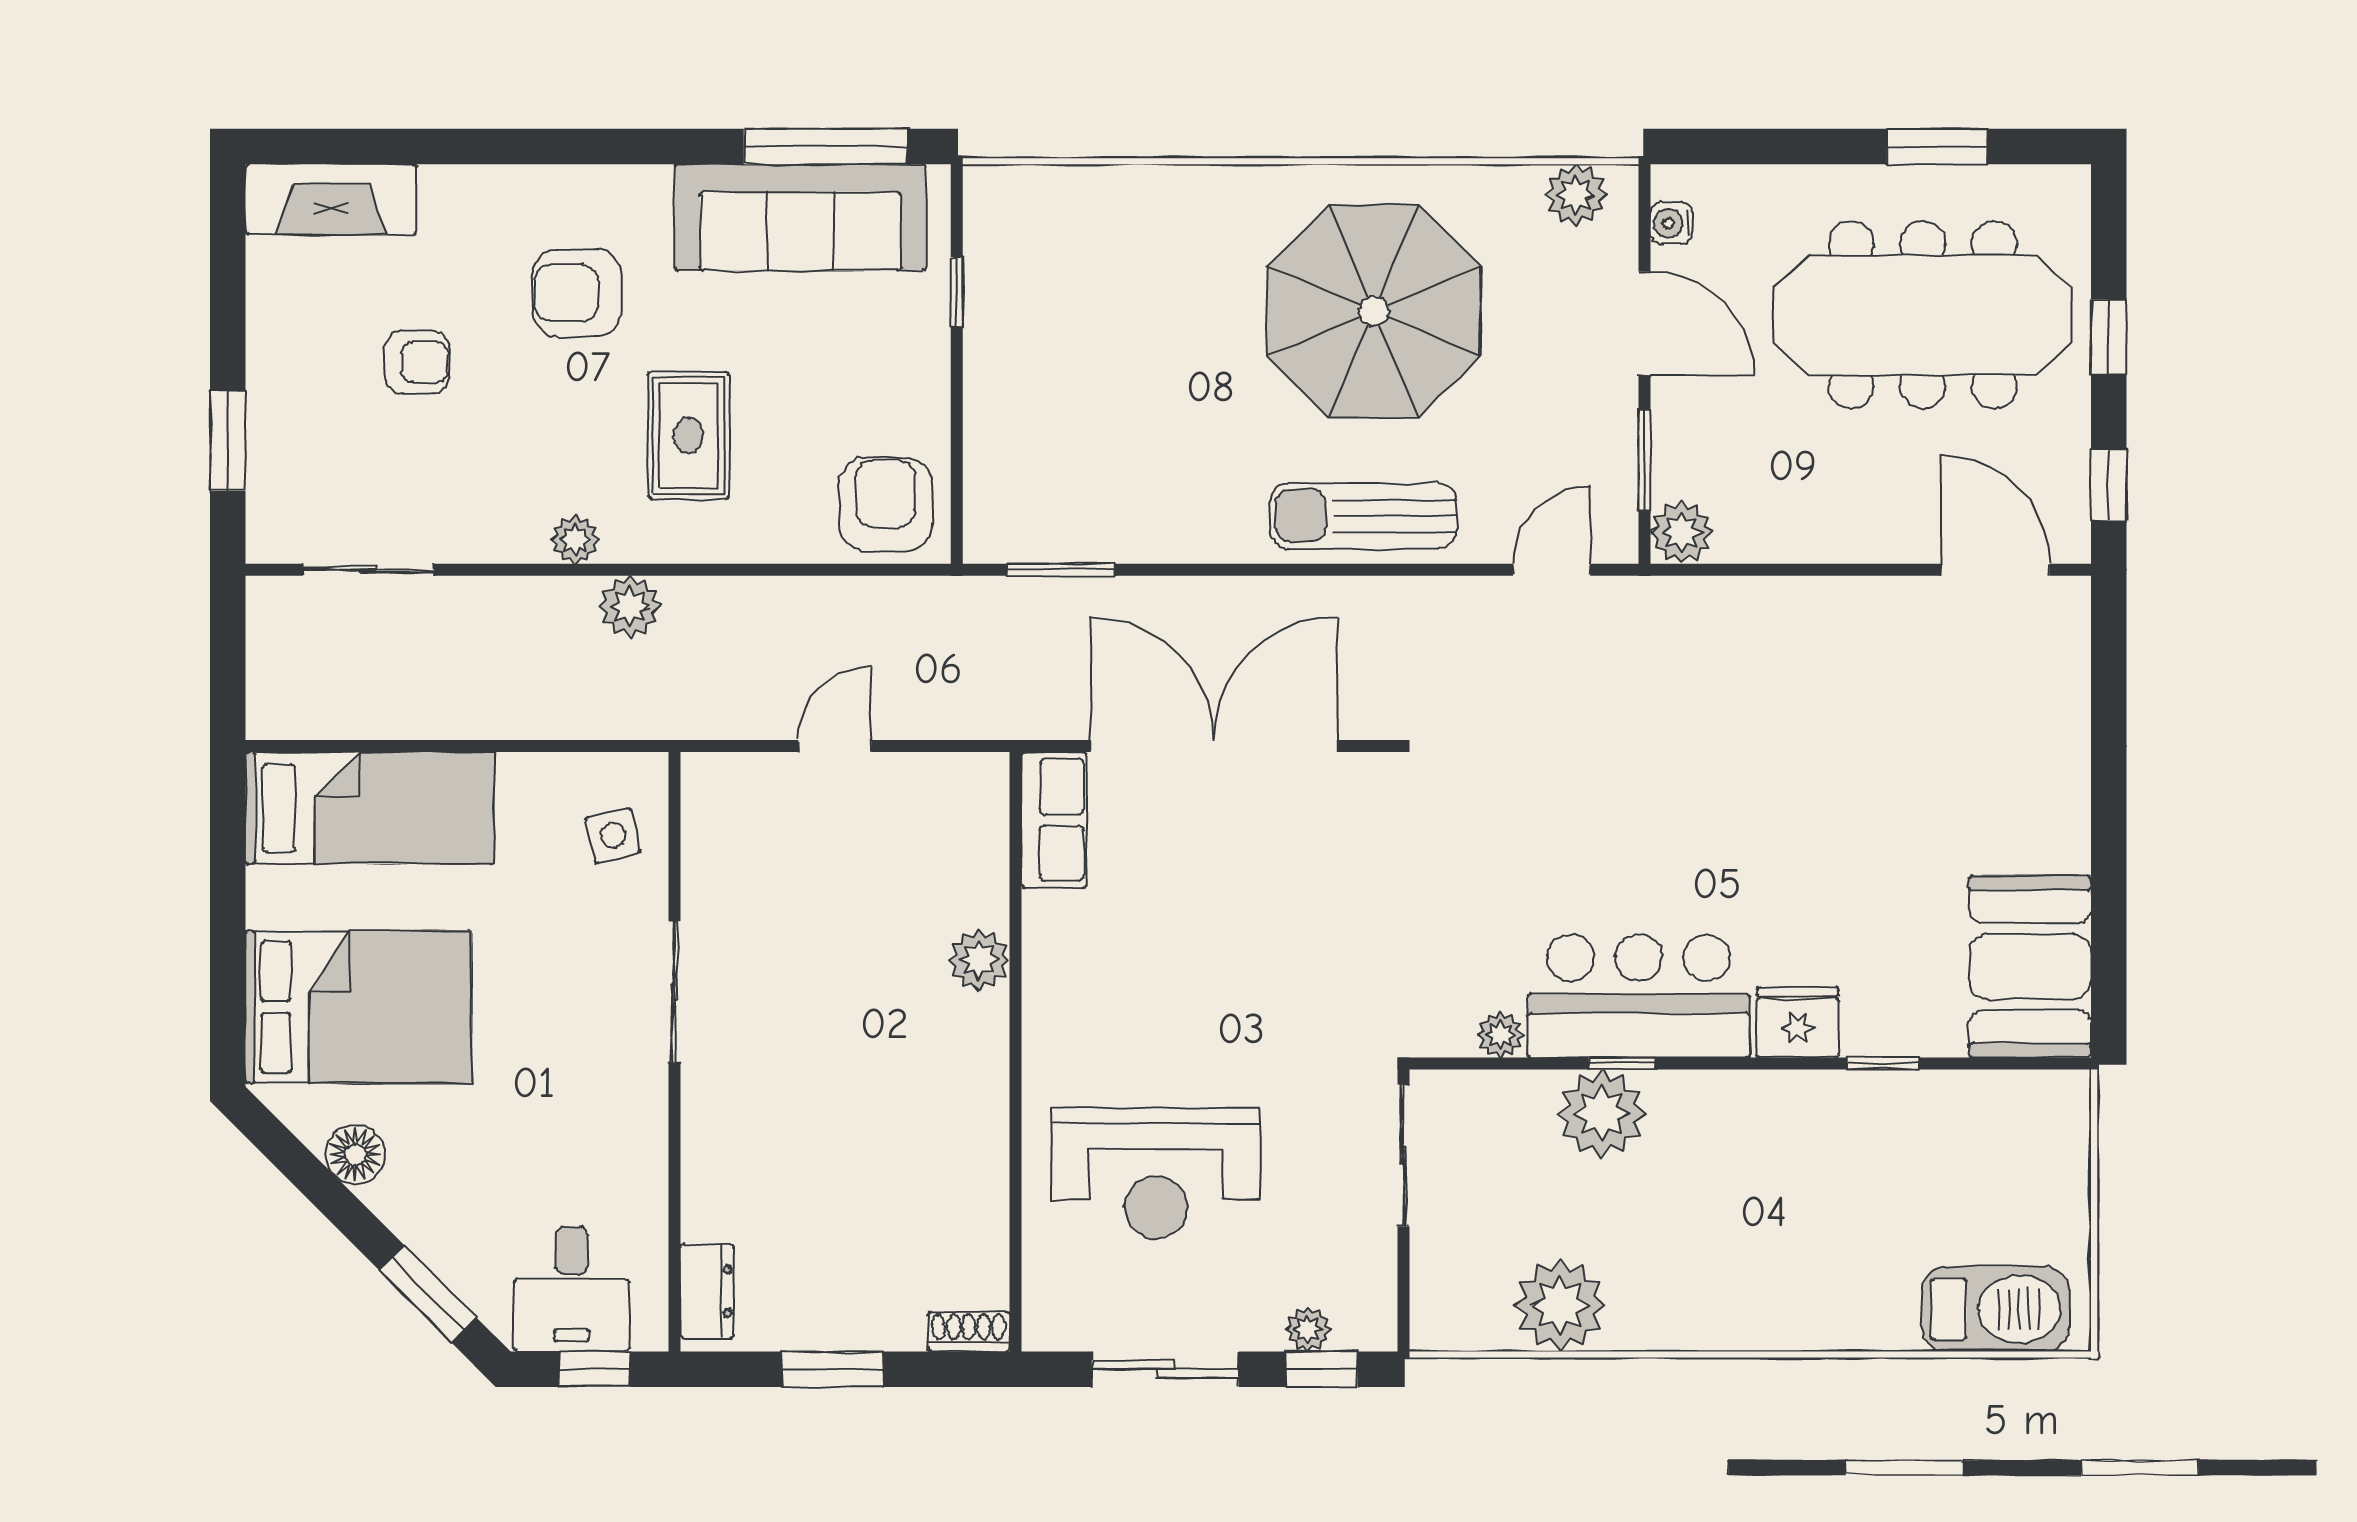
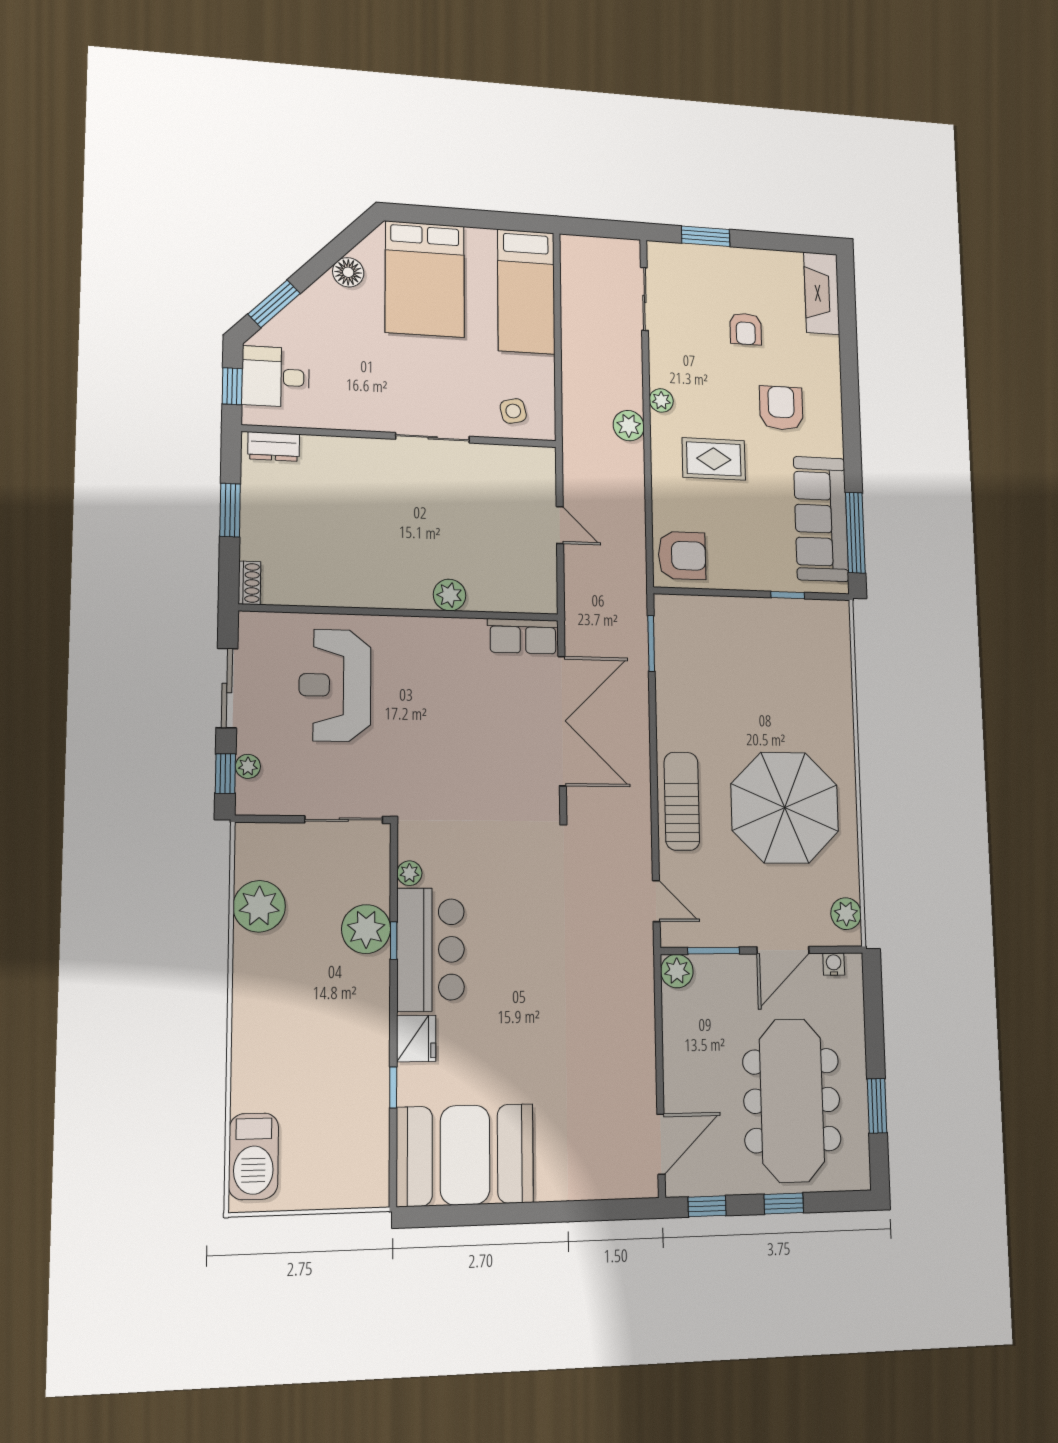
booth: (2030, 967) -> (465, 1155), width x1.36, depth x1.42

